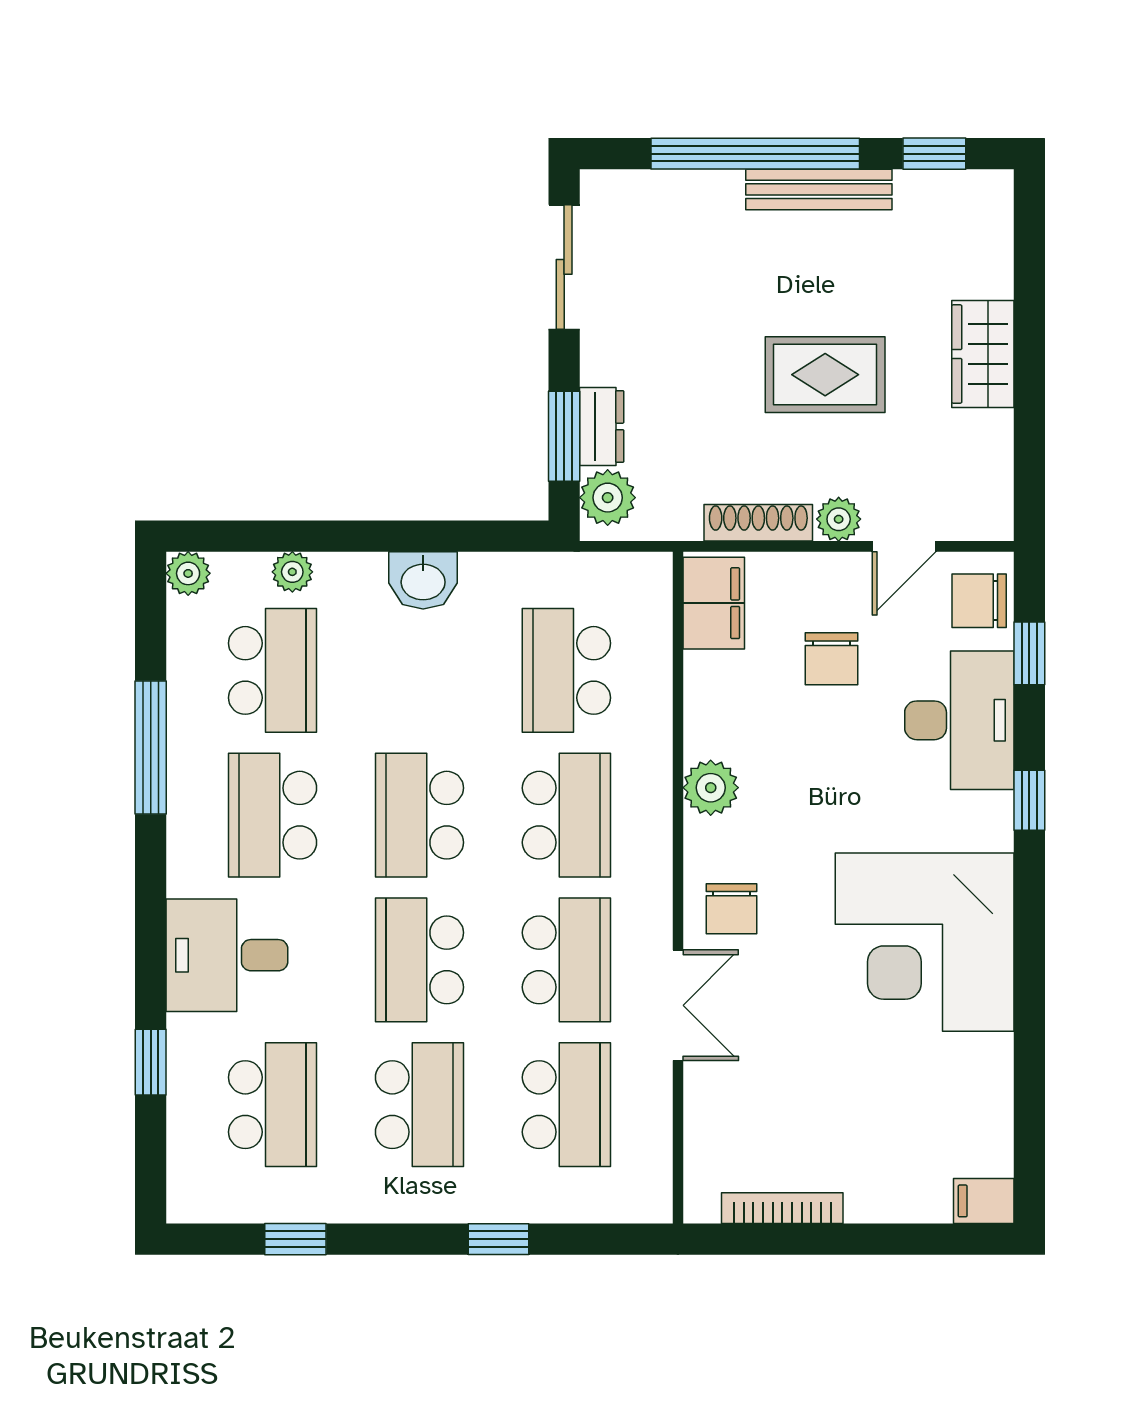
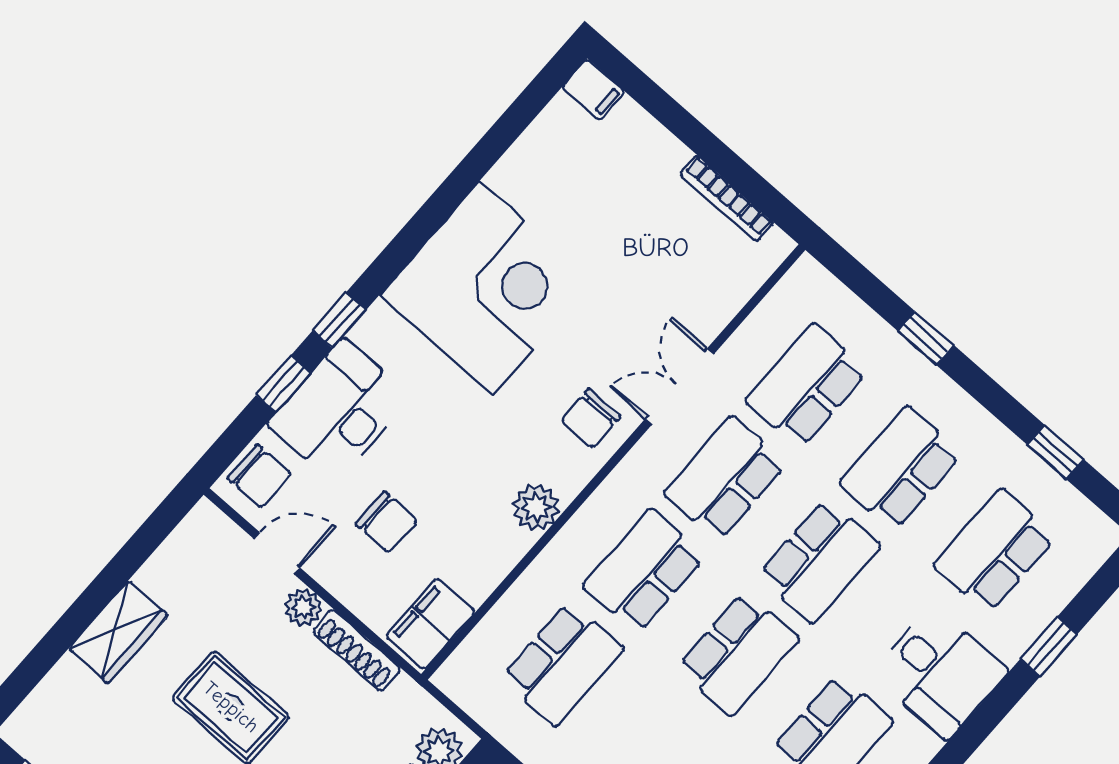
window: (1029, 653) -> (283, 384), moved
chair: (832, 659) -> (386, 522), turned 90
chair: (732, 909) -> (591, 418), turned 180

